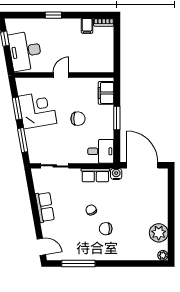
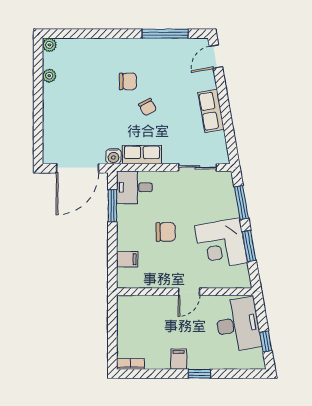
filing cabinet: (87, 26) -> (179, 359), moved
filing cabinet: (106, 93) -> (127, 259), width x0.50
window: (117, 118) -> (112, 206), moved
chair: (78, 119) -> (166, 232), turned 180
door: (142, 165) -> (78, 168), hinge flipped
plant: (159, 233) -> (49, 76), width x0.53, depth x0.53
door: (41, 247) -> (216, 57), hinge flipped

